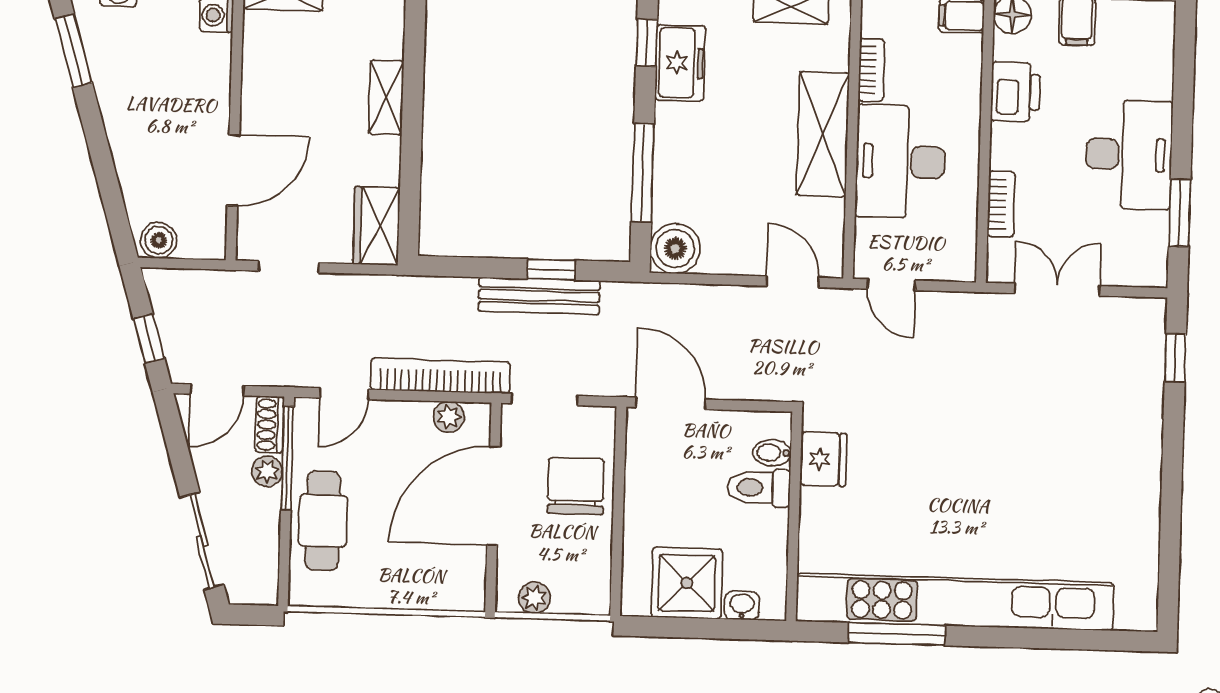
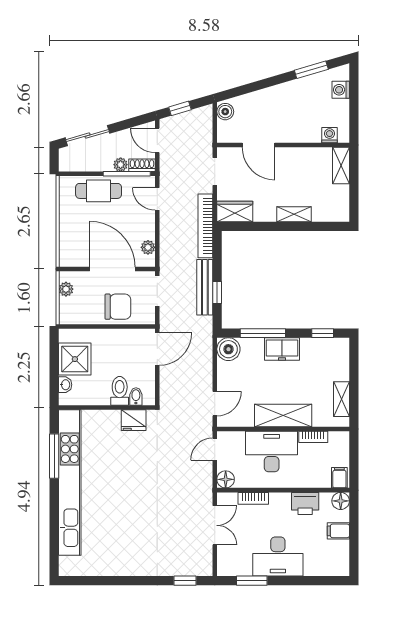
freezer: (680, 63) -> (282, 349), moved
floor lamp: (958, 263) -> (226, 479), added
bookcase: (440, 376) -> (205, 226), moved, turned 180

